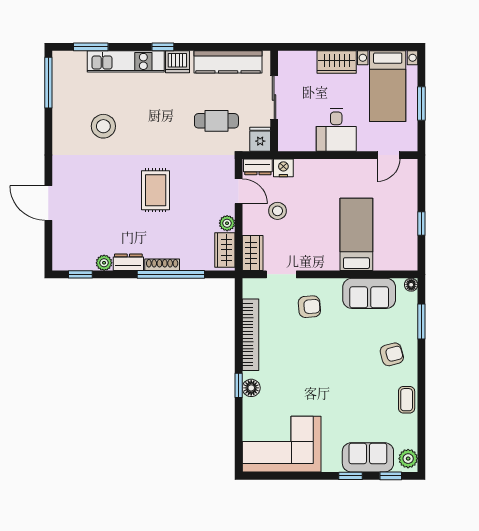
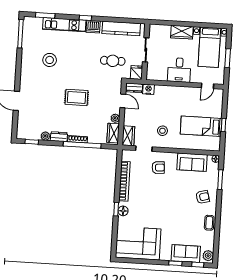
rug: (156, 190) -> (76, 97), turned 90
stool: (277, 211) -> (162, 131), moved
bed: (356, 234) -> (201, 126), moved, turned -90

